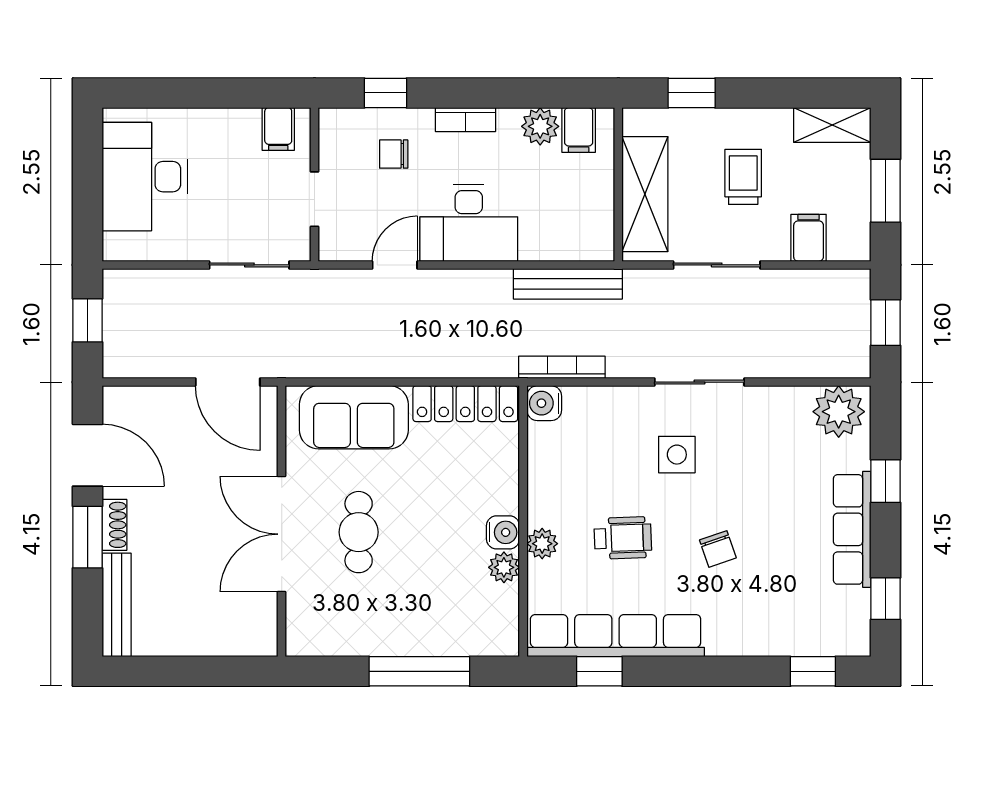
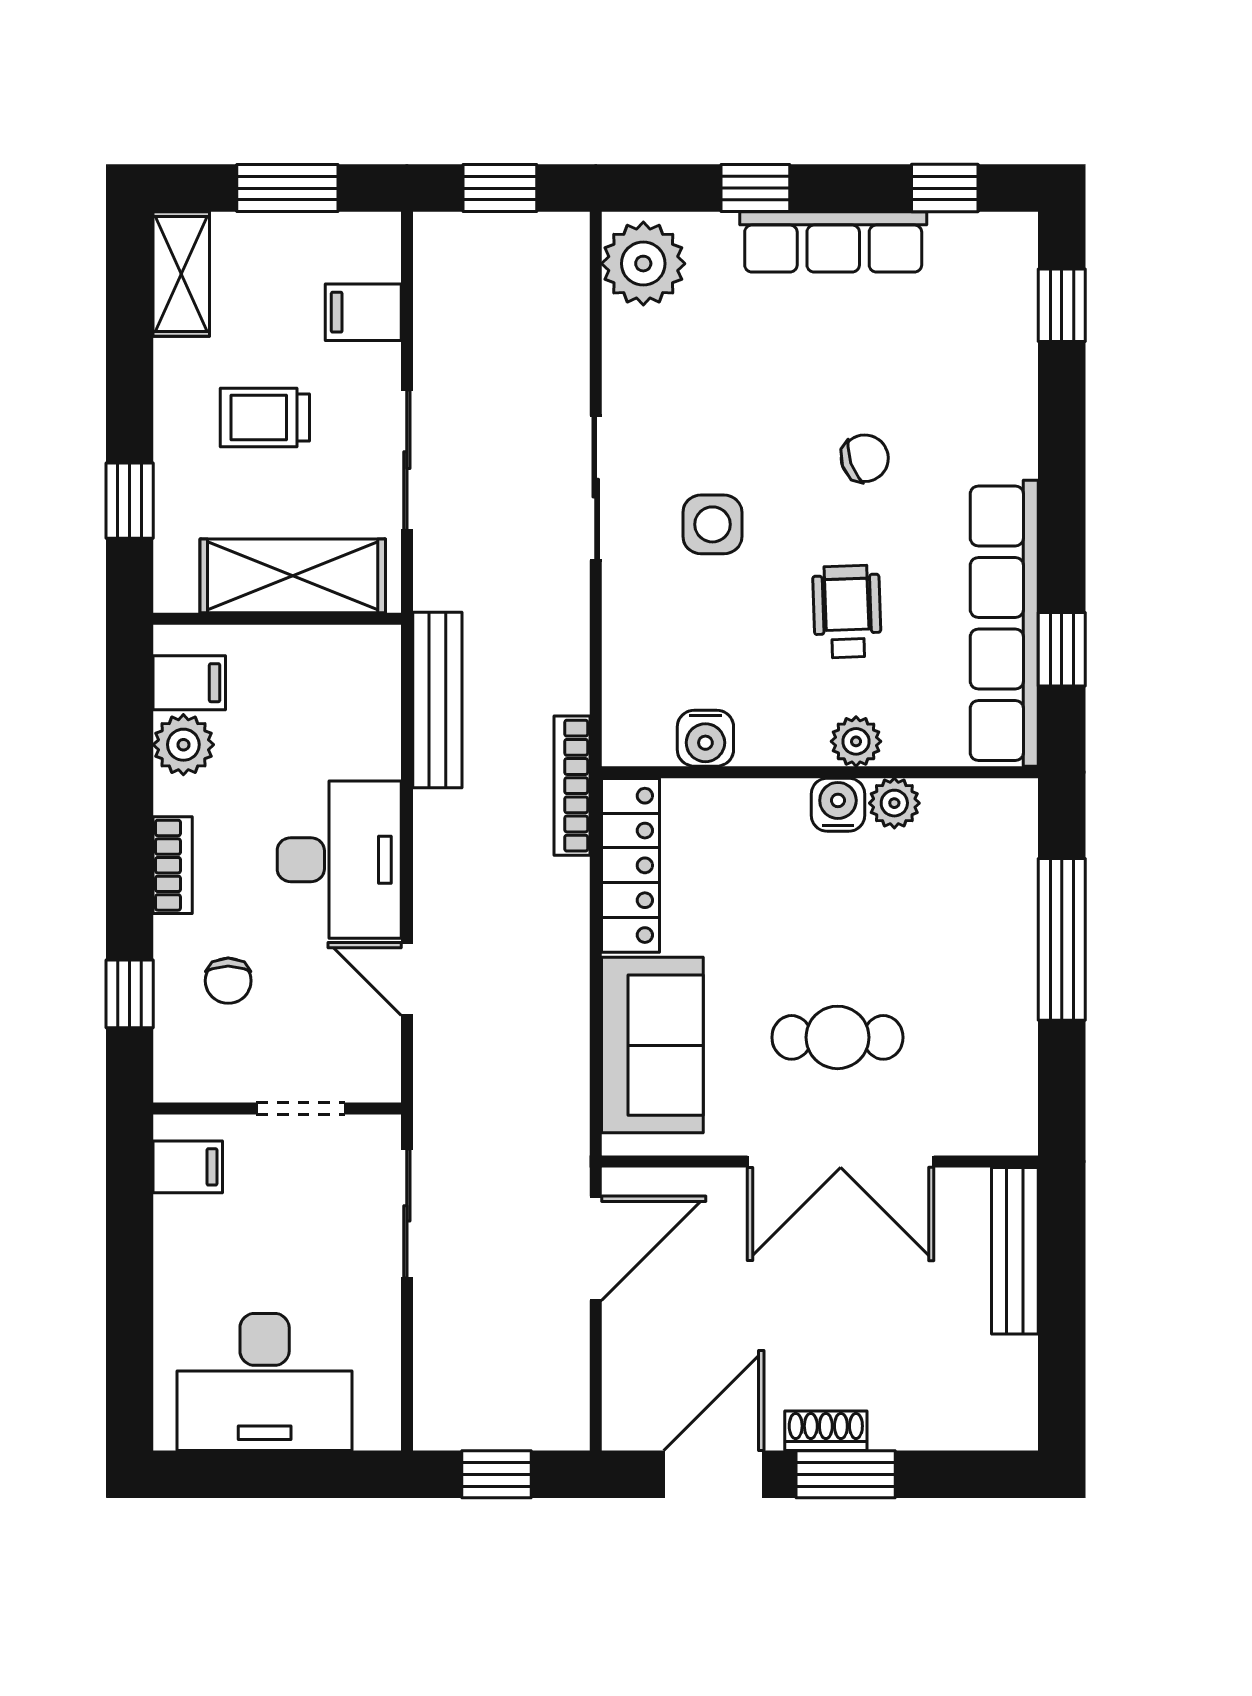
bookcase: (562, 367) -> (572, 786), moved
water cooler: (544, 403) -> (705, 738), moved
bench: (117, 605) -> (1015, 1251), moved, turned 90

